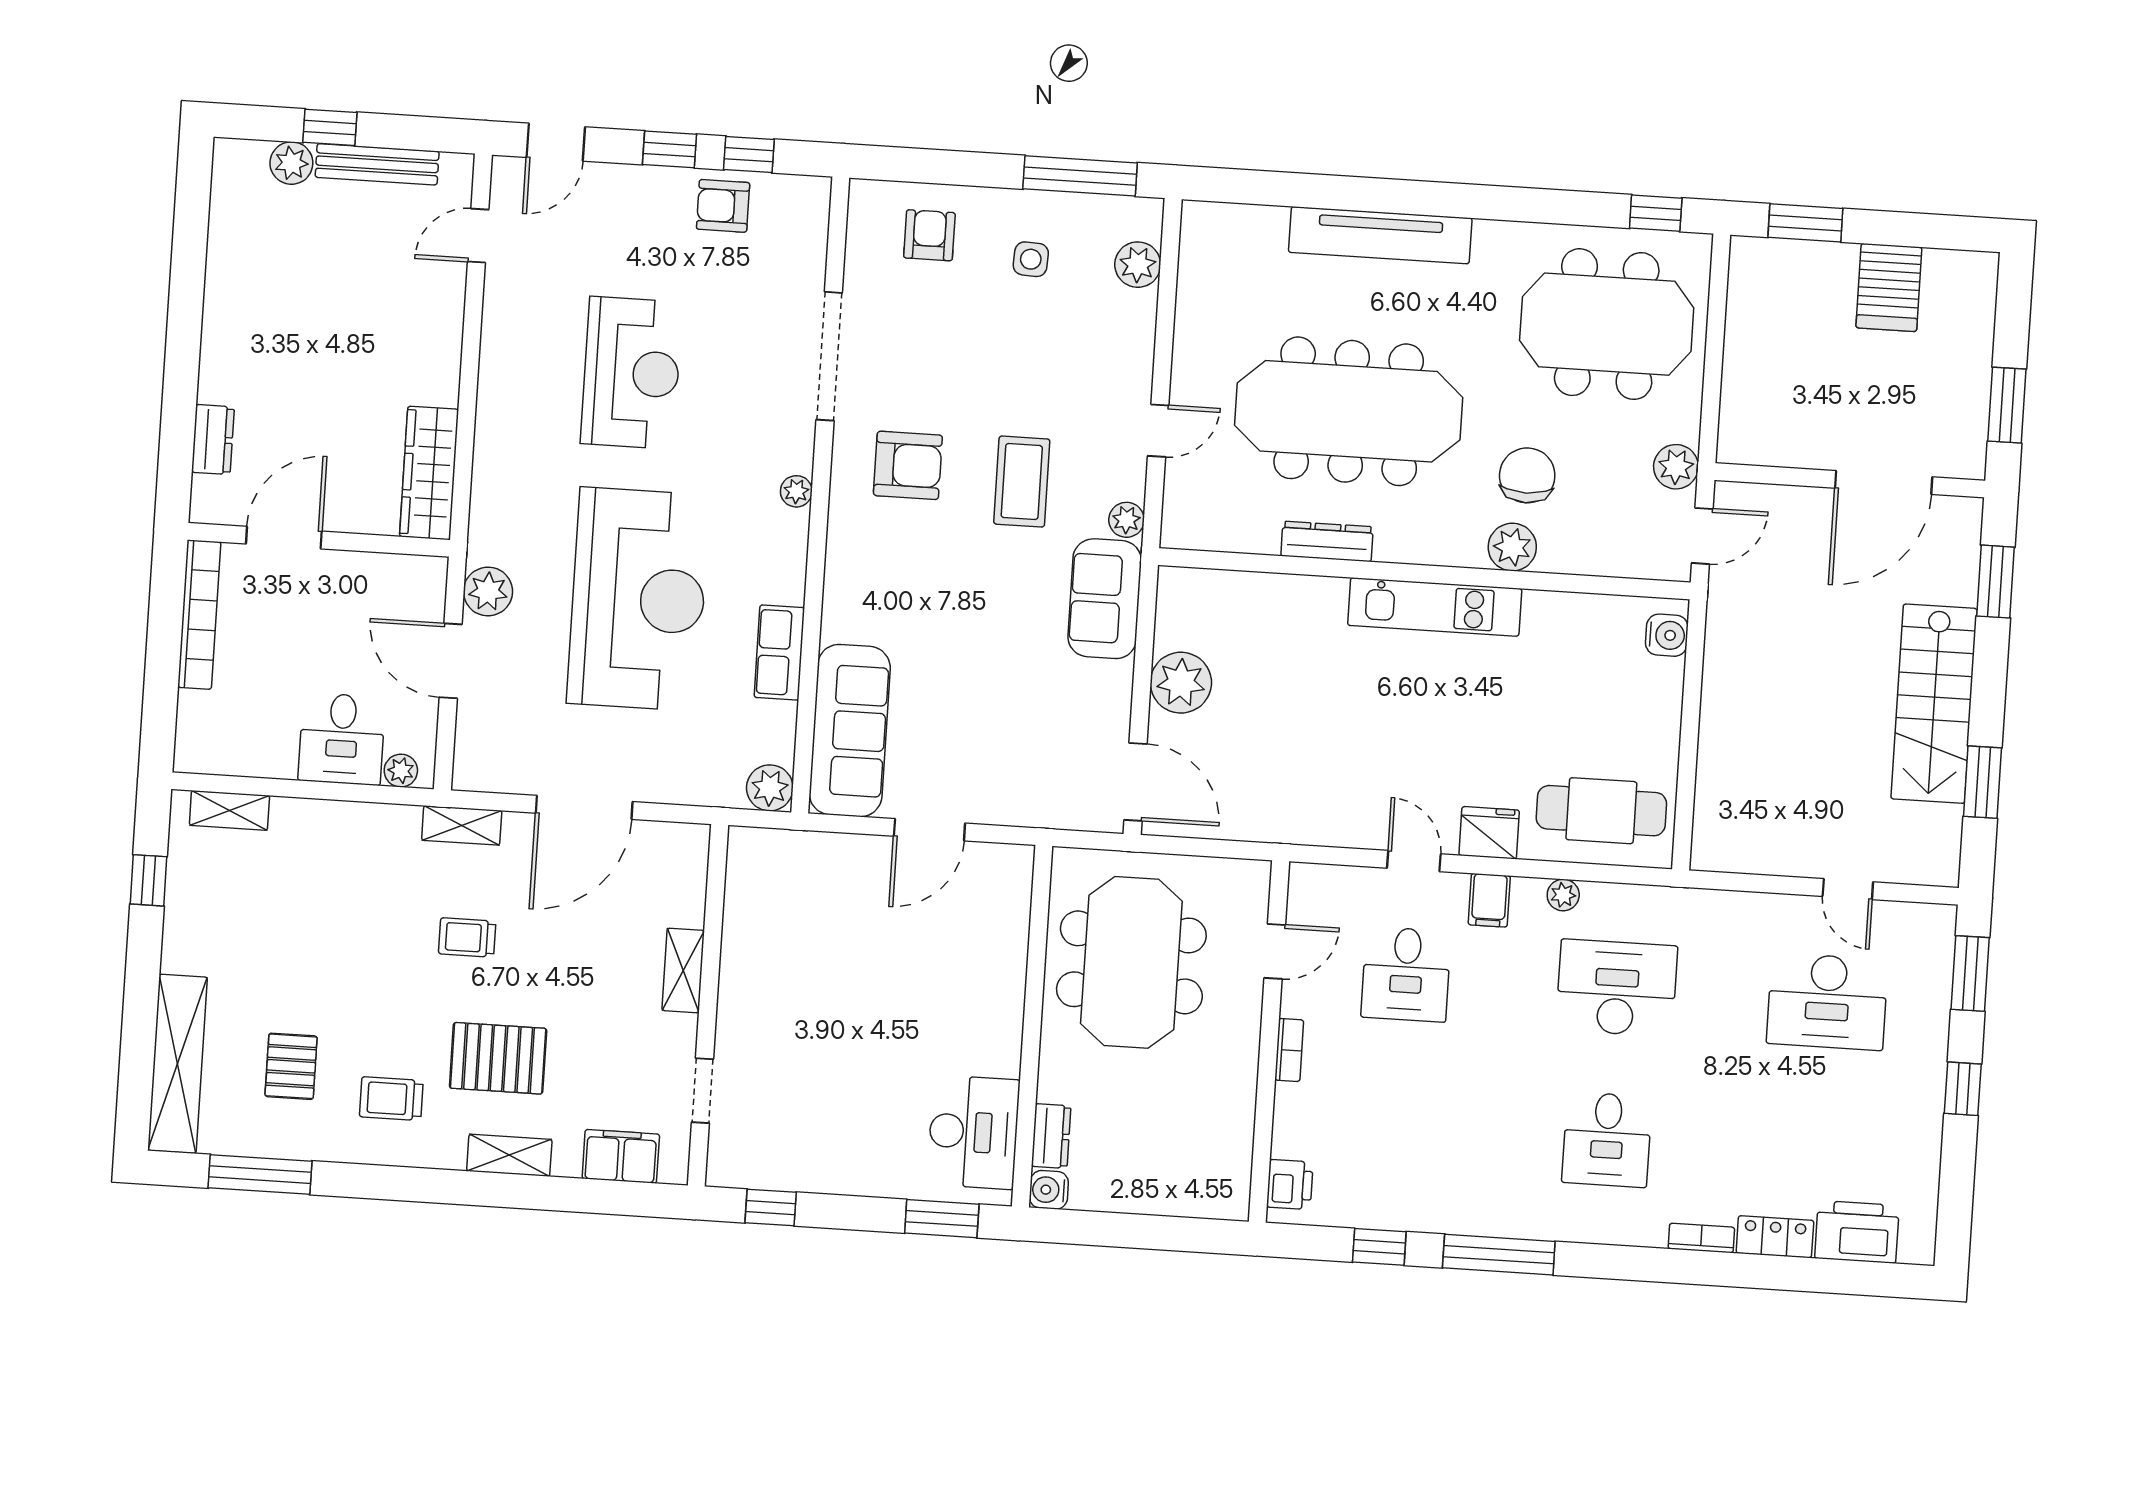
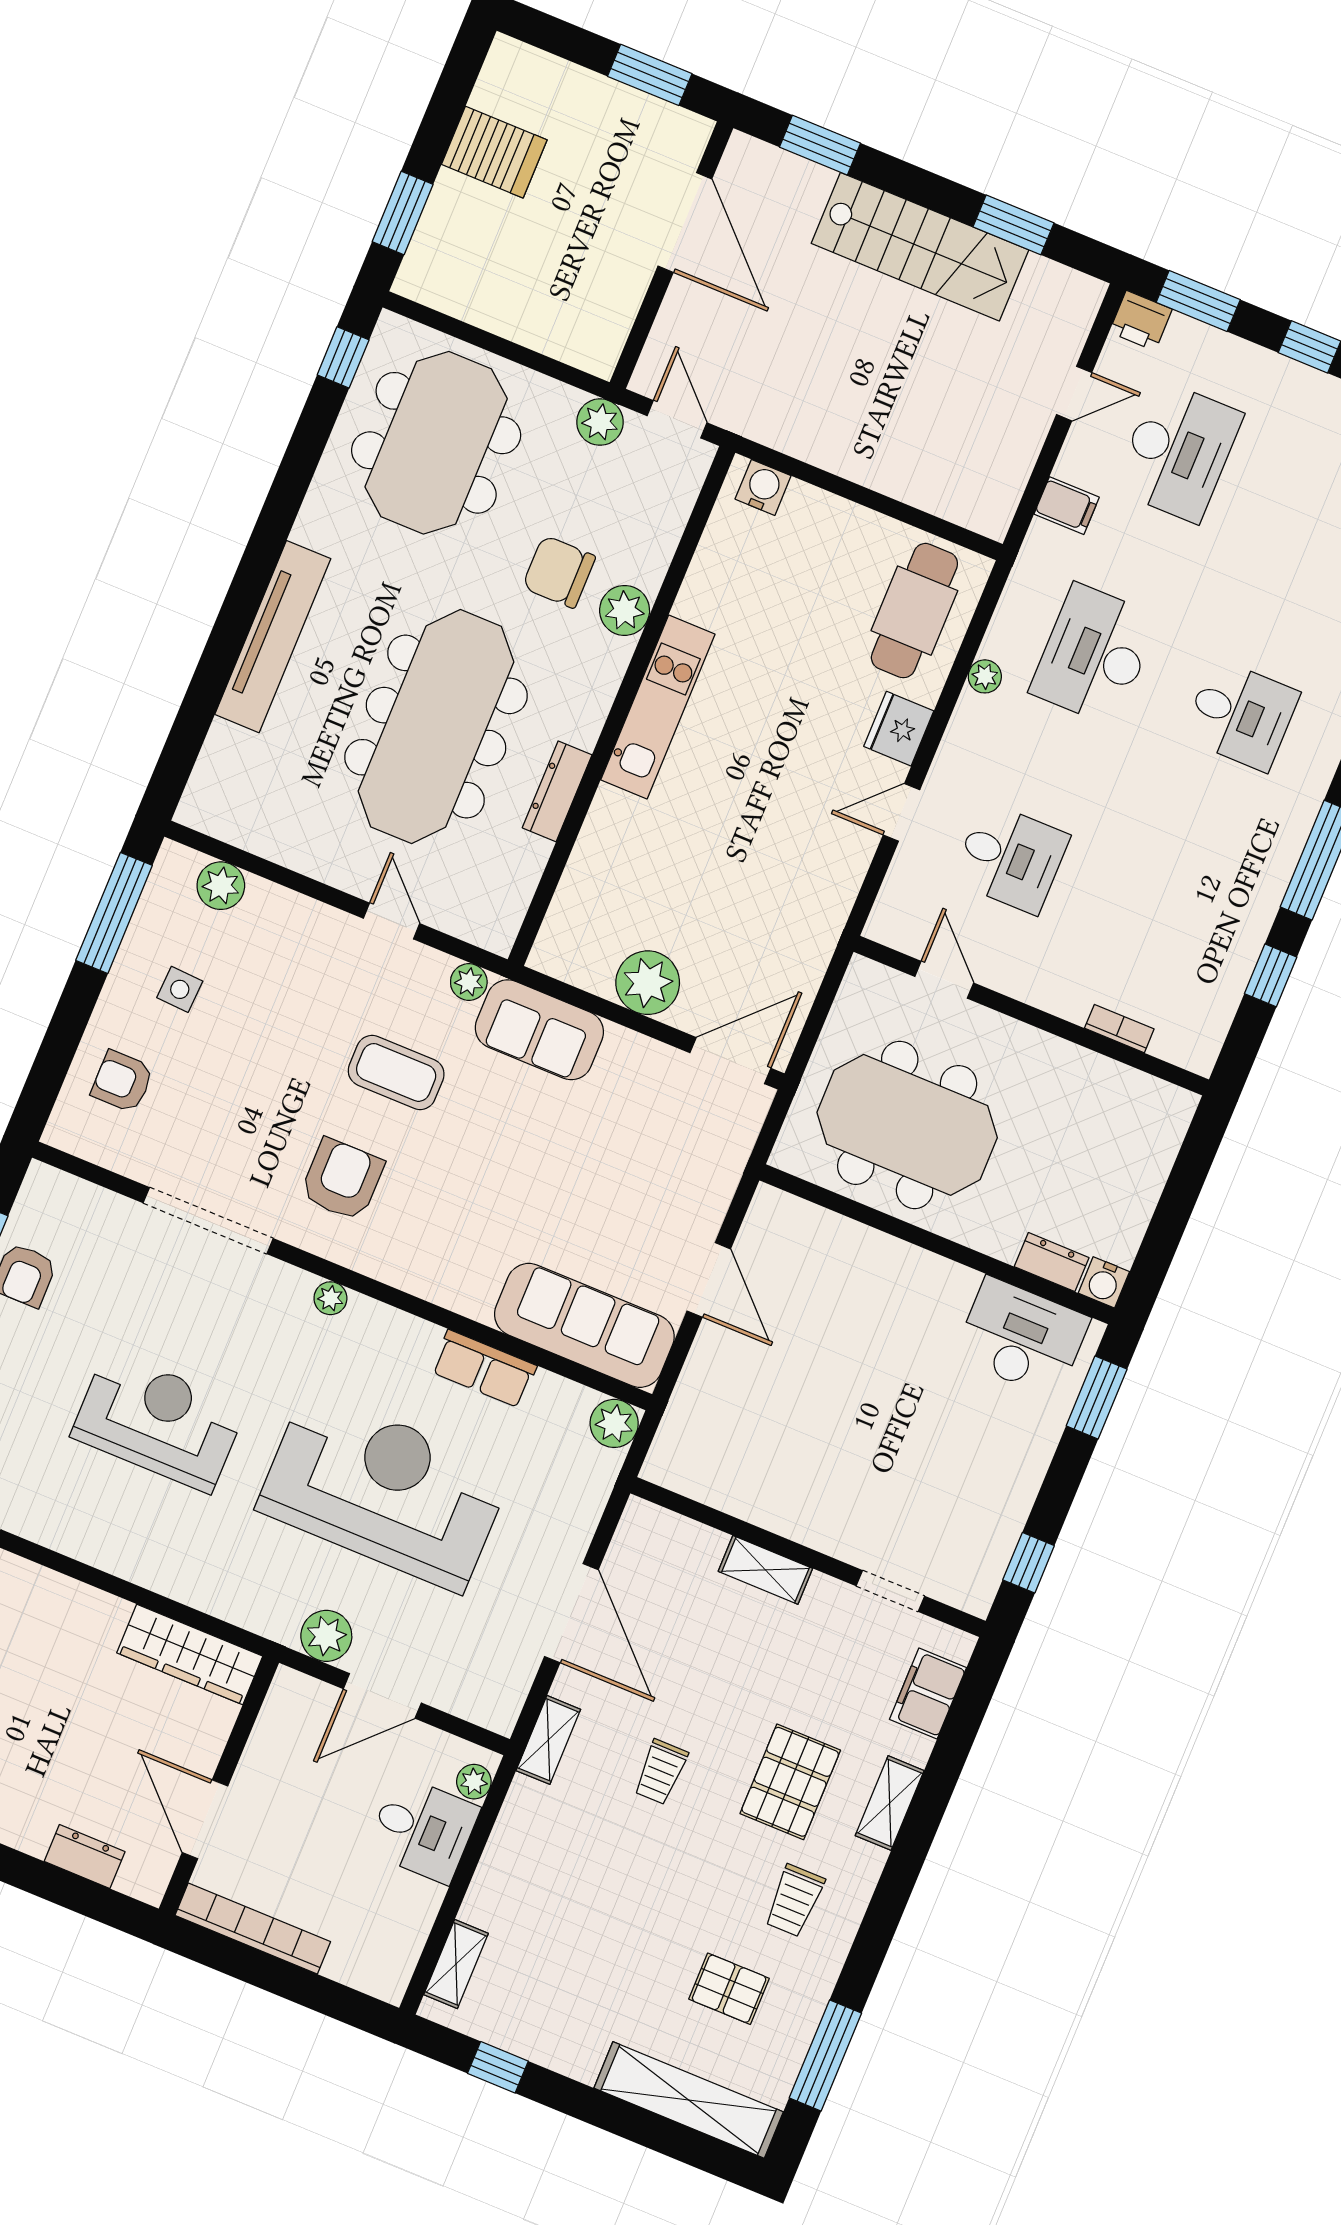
filing cabinet: (1489, 900) -> (1067, 506), moved
bookcase: (1289, 1050) -> (1119, 1029), moved
printer: (1290, 1185) -> (1141, 321), moved, turned 180

